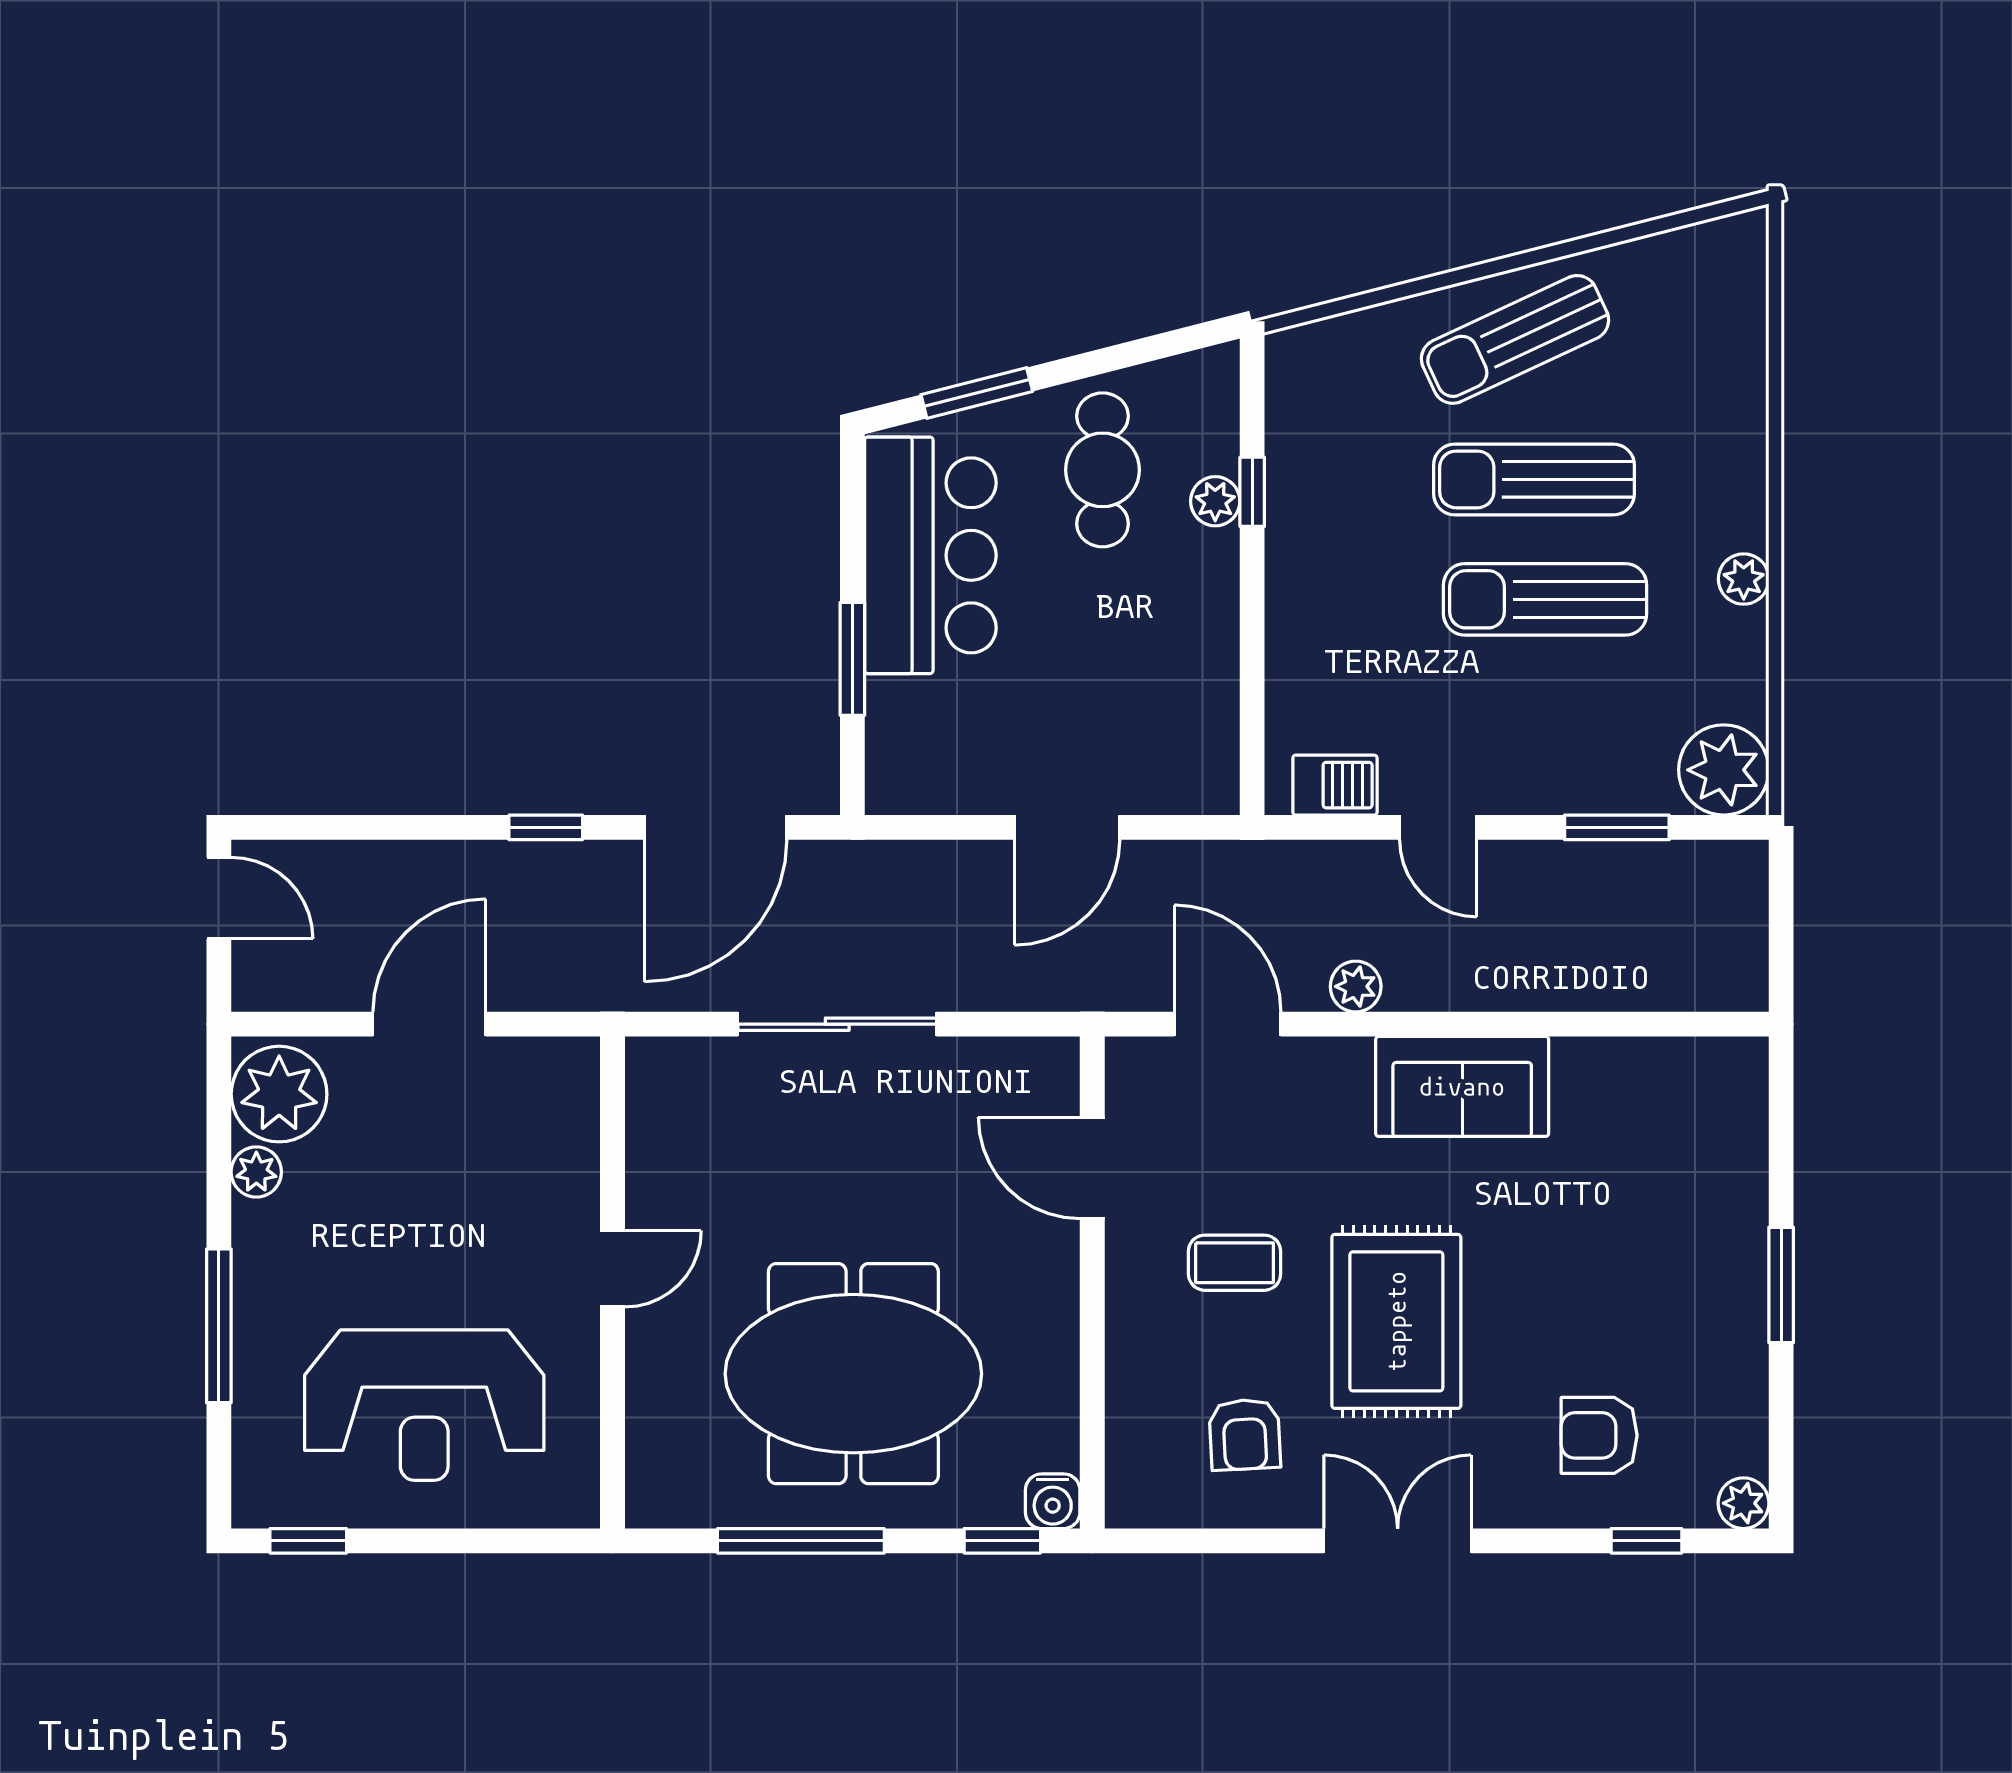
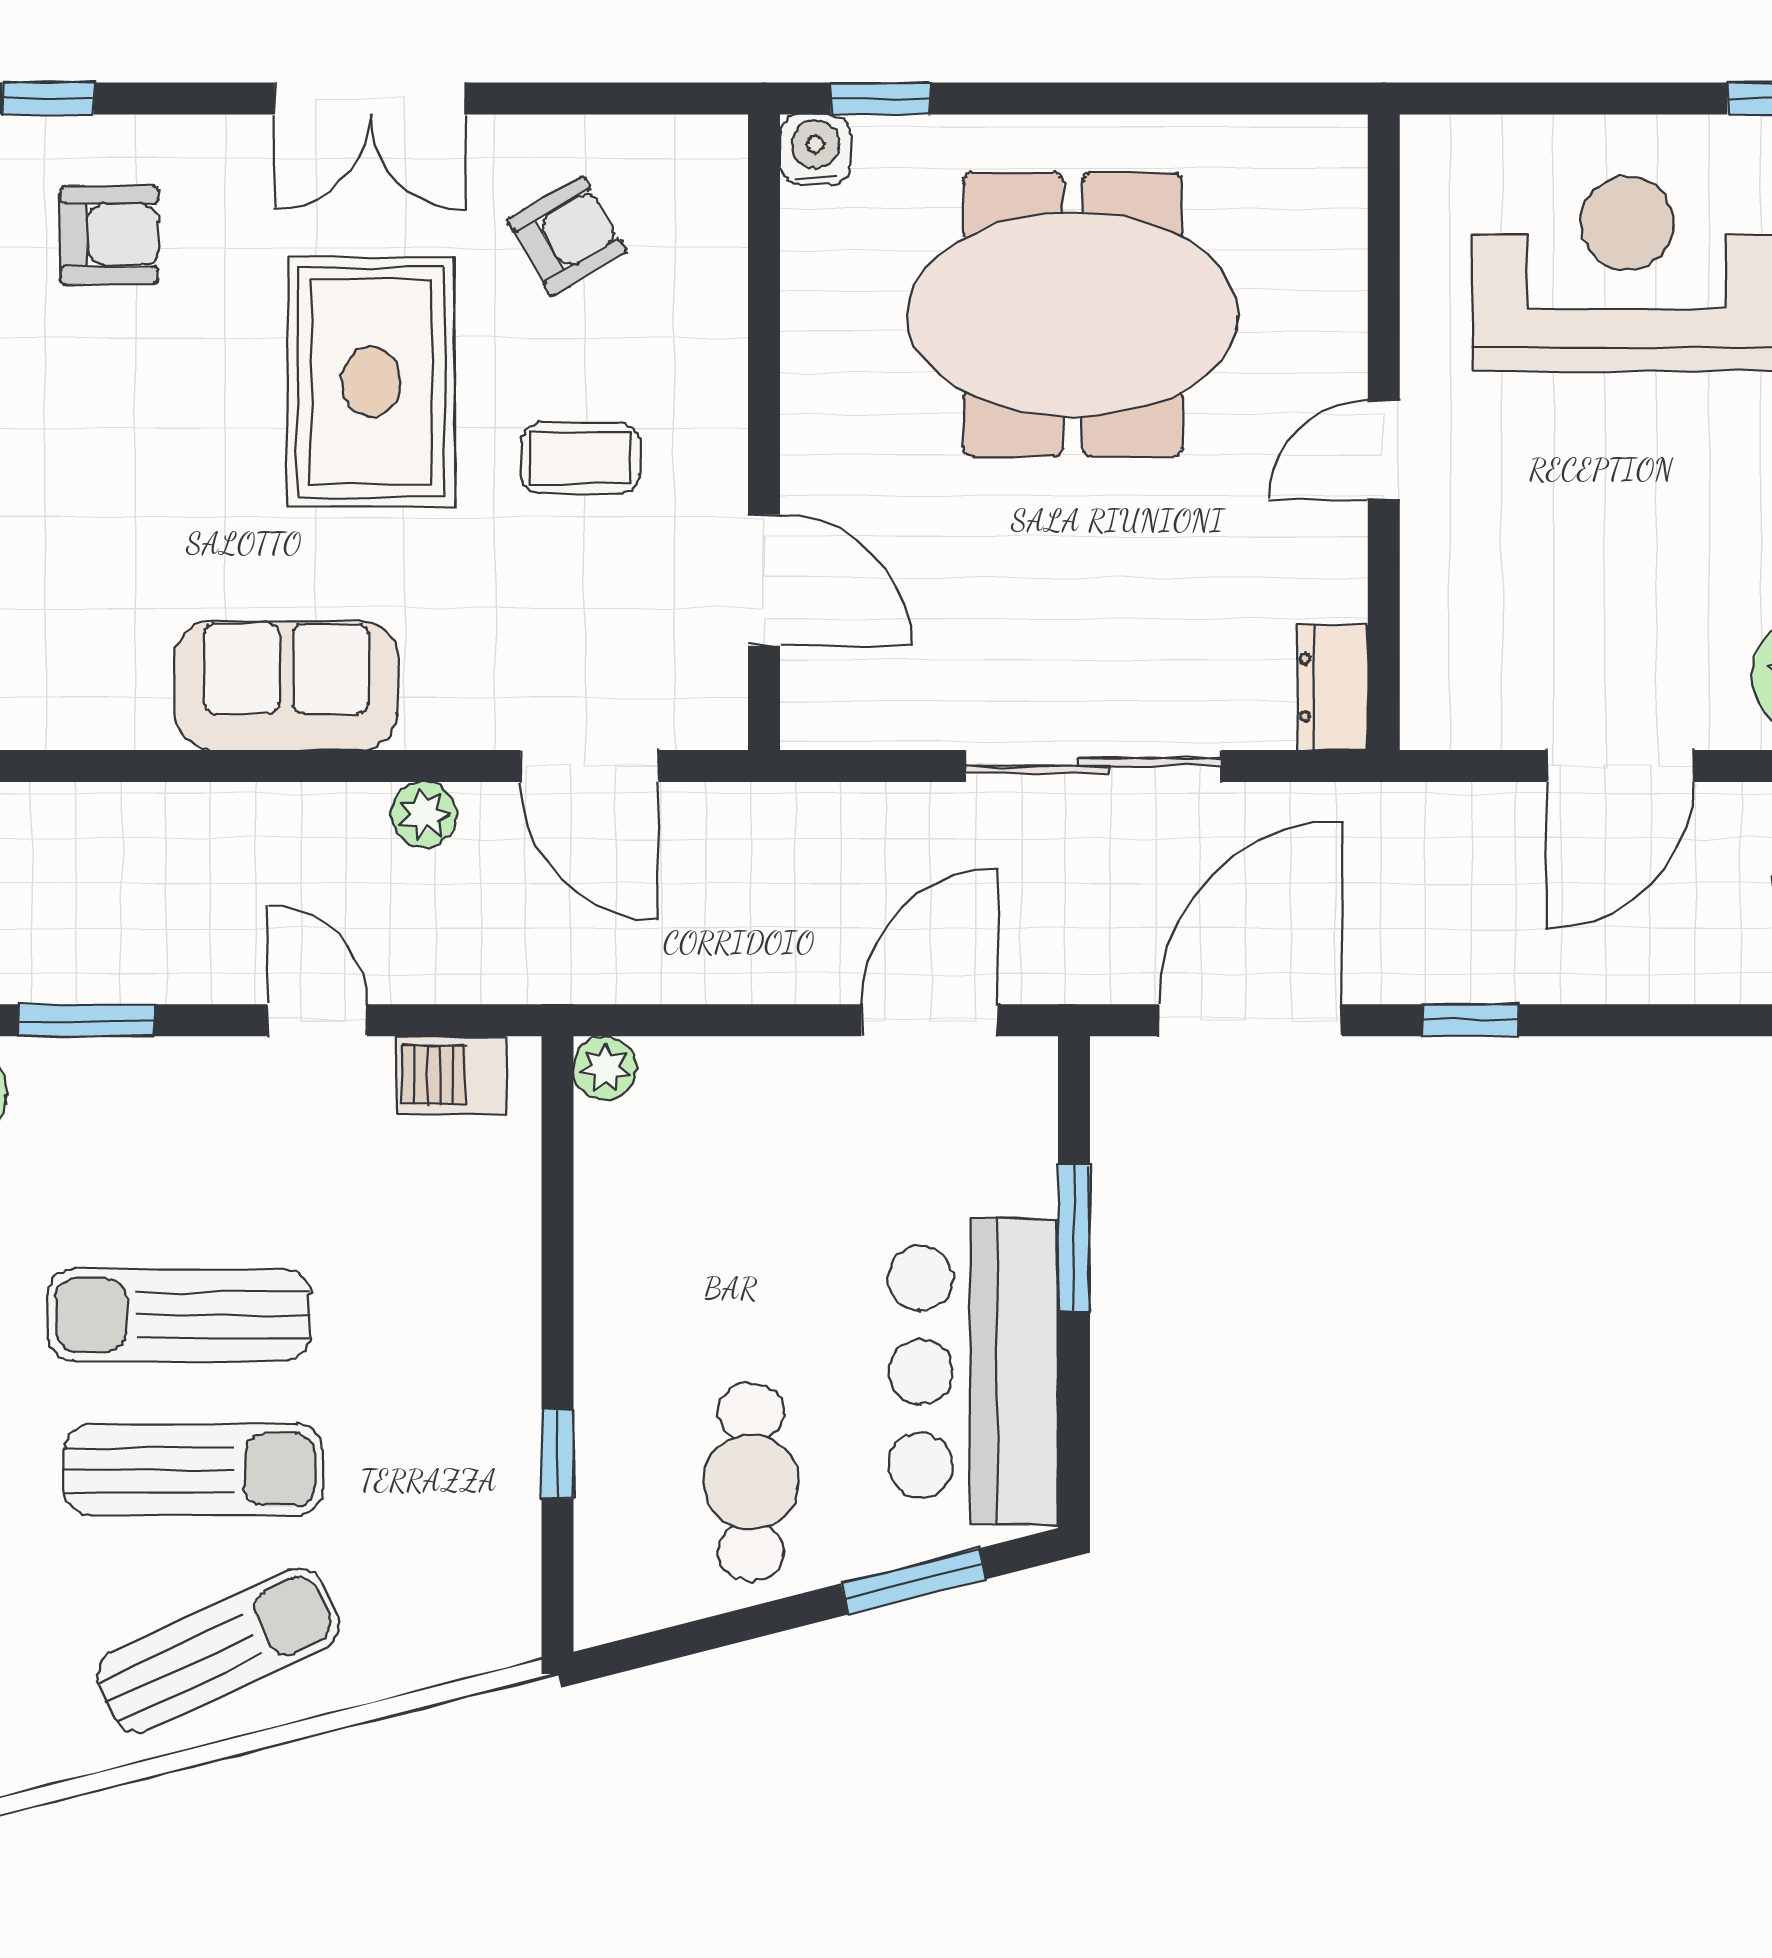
plant: (1215, 501) -> (605, 1068), moved
sun lounger: (1545, 599) -> (179, 1315), turned 180
door: (1067, 827) -> (929, 1020), moved
dresser: (652, 1085) -> (1333, 687), added
armchair: (1245, 1435) -> (567, 236), turned 63
window: (801, 1541) -> (1141, 99), removed

